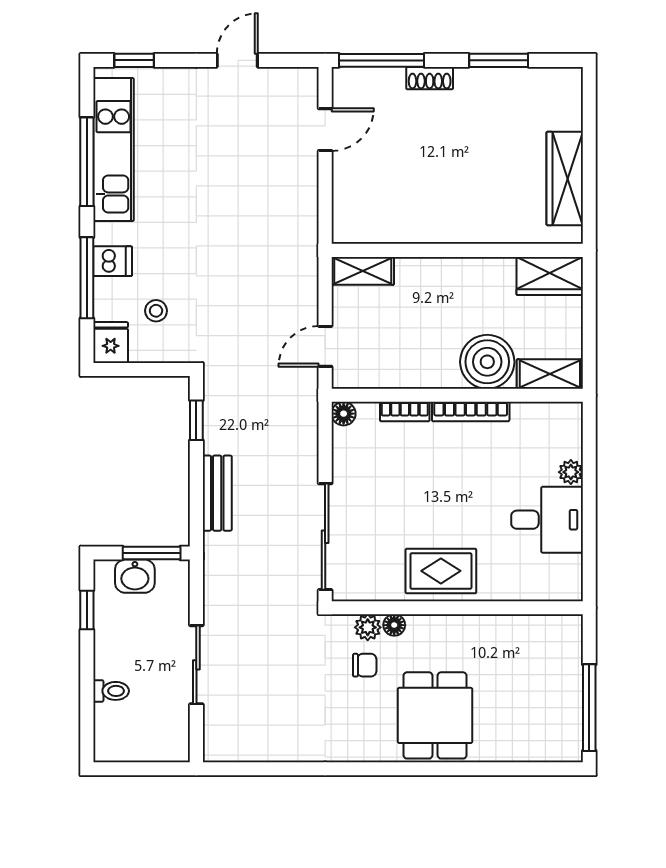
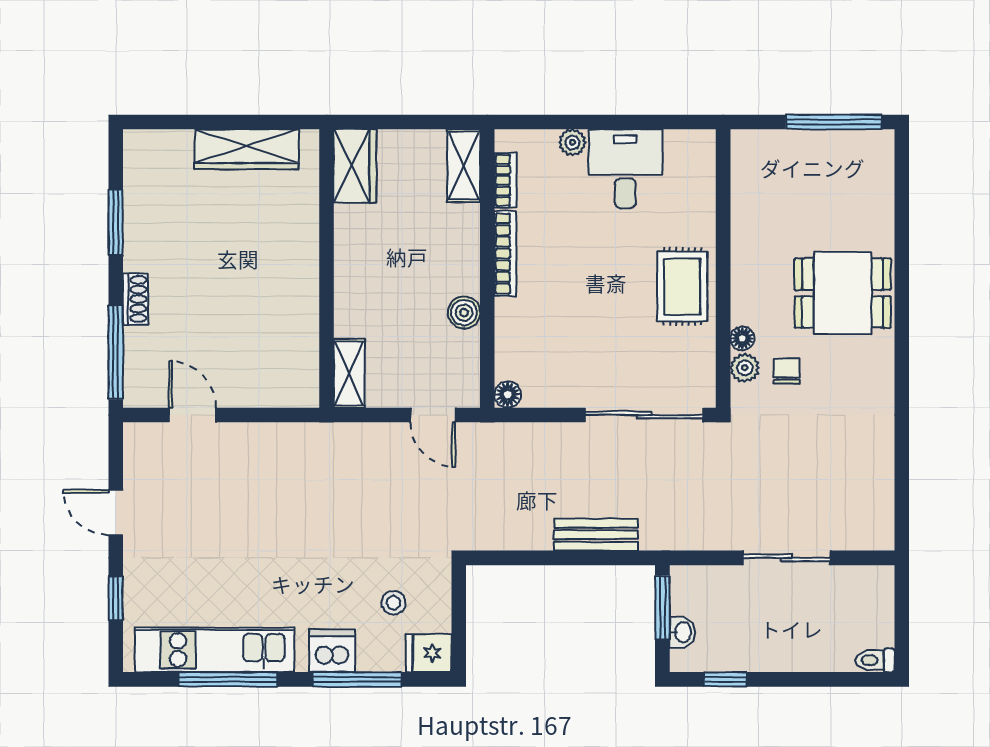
window: (134, 60) -> (116, 598), moved
dishwasher: (113, 261) -> (332, 651), width x1.38
boiler: (487, 362) -> (464, 313), moved, width x0.54, depth x0.54
bookcase: (405, 412) -> (505, 180), moved
window: (196, 420) -> (515, 558), removed
washbasin: (135, 576) -> (682, 632), width x0.72, depth x0.69
toilet: (111, 691) -> (875, 660), moved, turned -90

